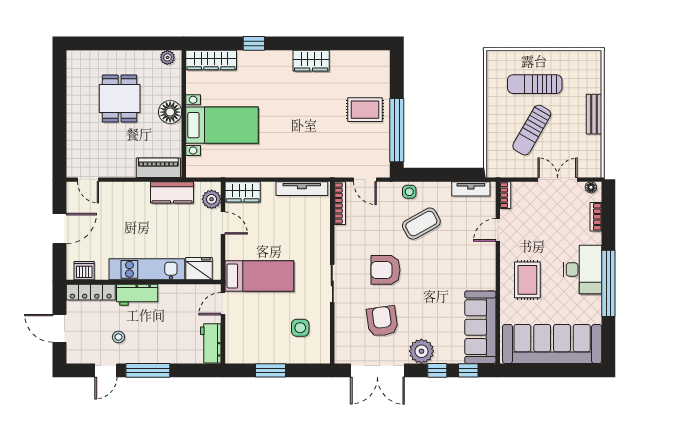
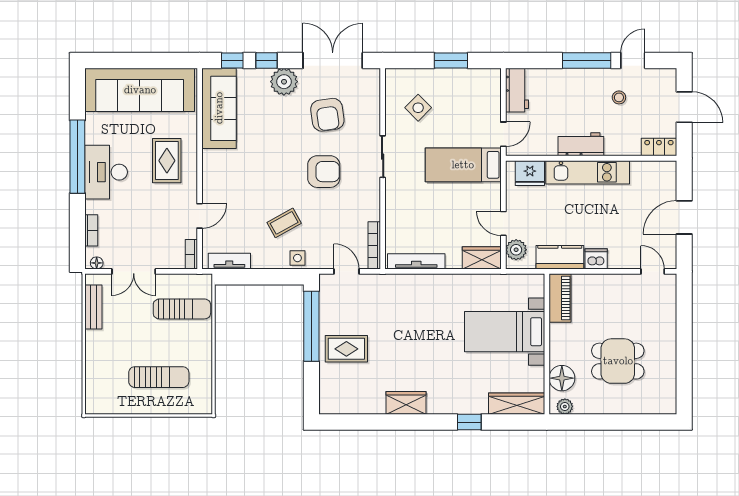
dining table: (120, 99) -> (618, 361), turned 90
floor lamp: (170, 112) -> (562, 378), moved
bench: (594, 114) -> (93, 307), moved
sun lounger: (532, 130) -> (182, 309), moved, turned 60
piano: (158, 168) -> (560, 298), moved, turned -90
coffee table: (421, 224) -> (284, 223), width x0.73, depth x0.77
dishwasher: (84, 271) -> (596, 259), moved, turned 180
locker: (91, 292) -> (659, 147), width x0.66
workbench: (137, 295) -> (581, 144), moved
side table: (300, 328) -> (418, 108), turned 45

